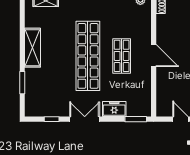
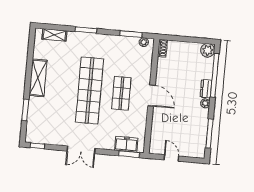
freezer: (114, 109) -> (126, 144), moved
window: (52, 119) -> (37, 146), moved
double door: (85, 119) -> (81, 150), swing flipped

